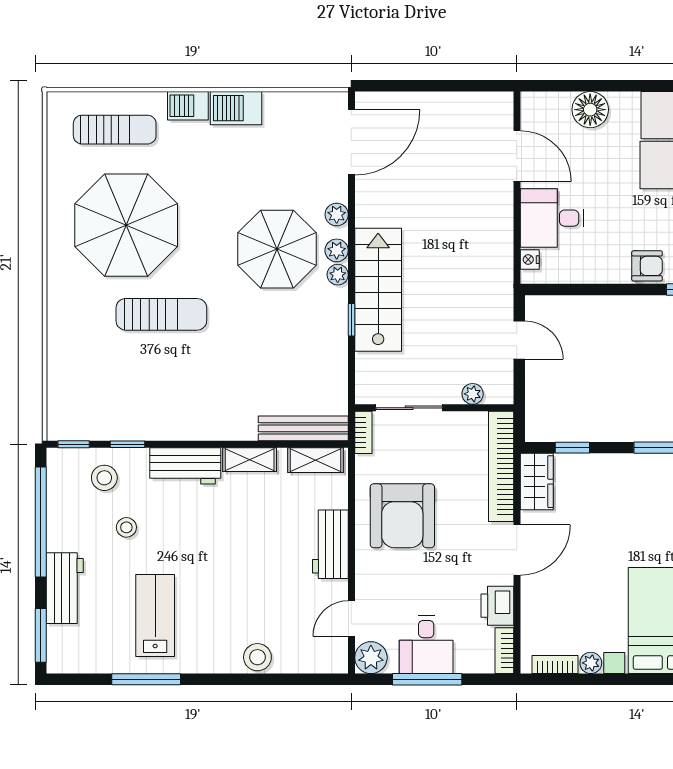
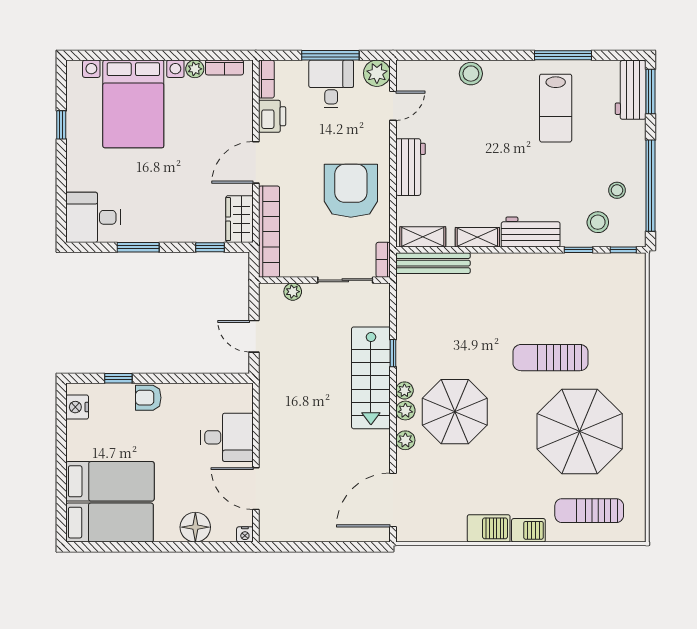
nightstand: (530, 260) -> (245, 534), moved, turned 90
stool: (126, 527) -> (617, 190), moved
workbench: (65, 588) -> (631, 90), moved

